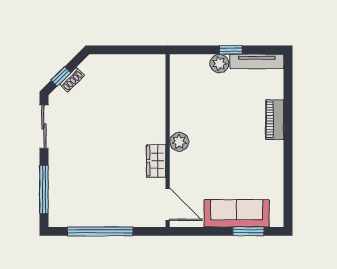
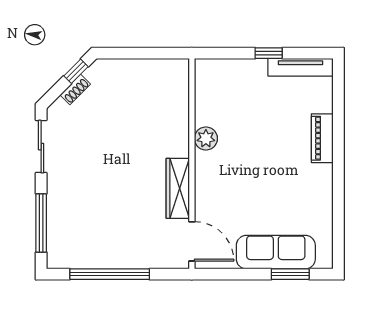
plant: (219, 64) -> (255, 70), removed
window: (61, 76) -> (76, 71), moved
plant: (179, 142) -> (206, 138), moved
wardrobe: (156, 161) -> (178, 188), width x1.50

